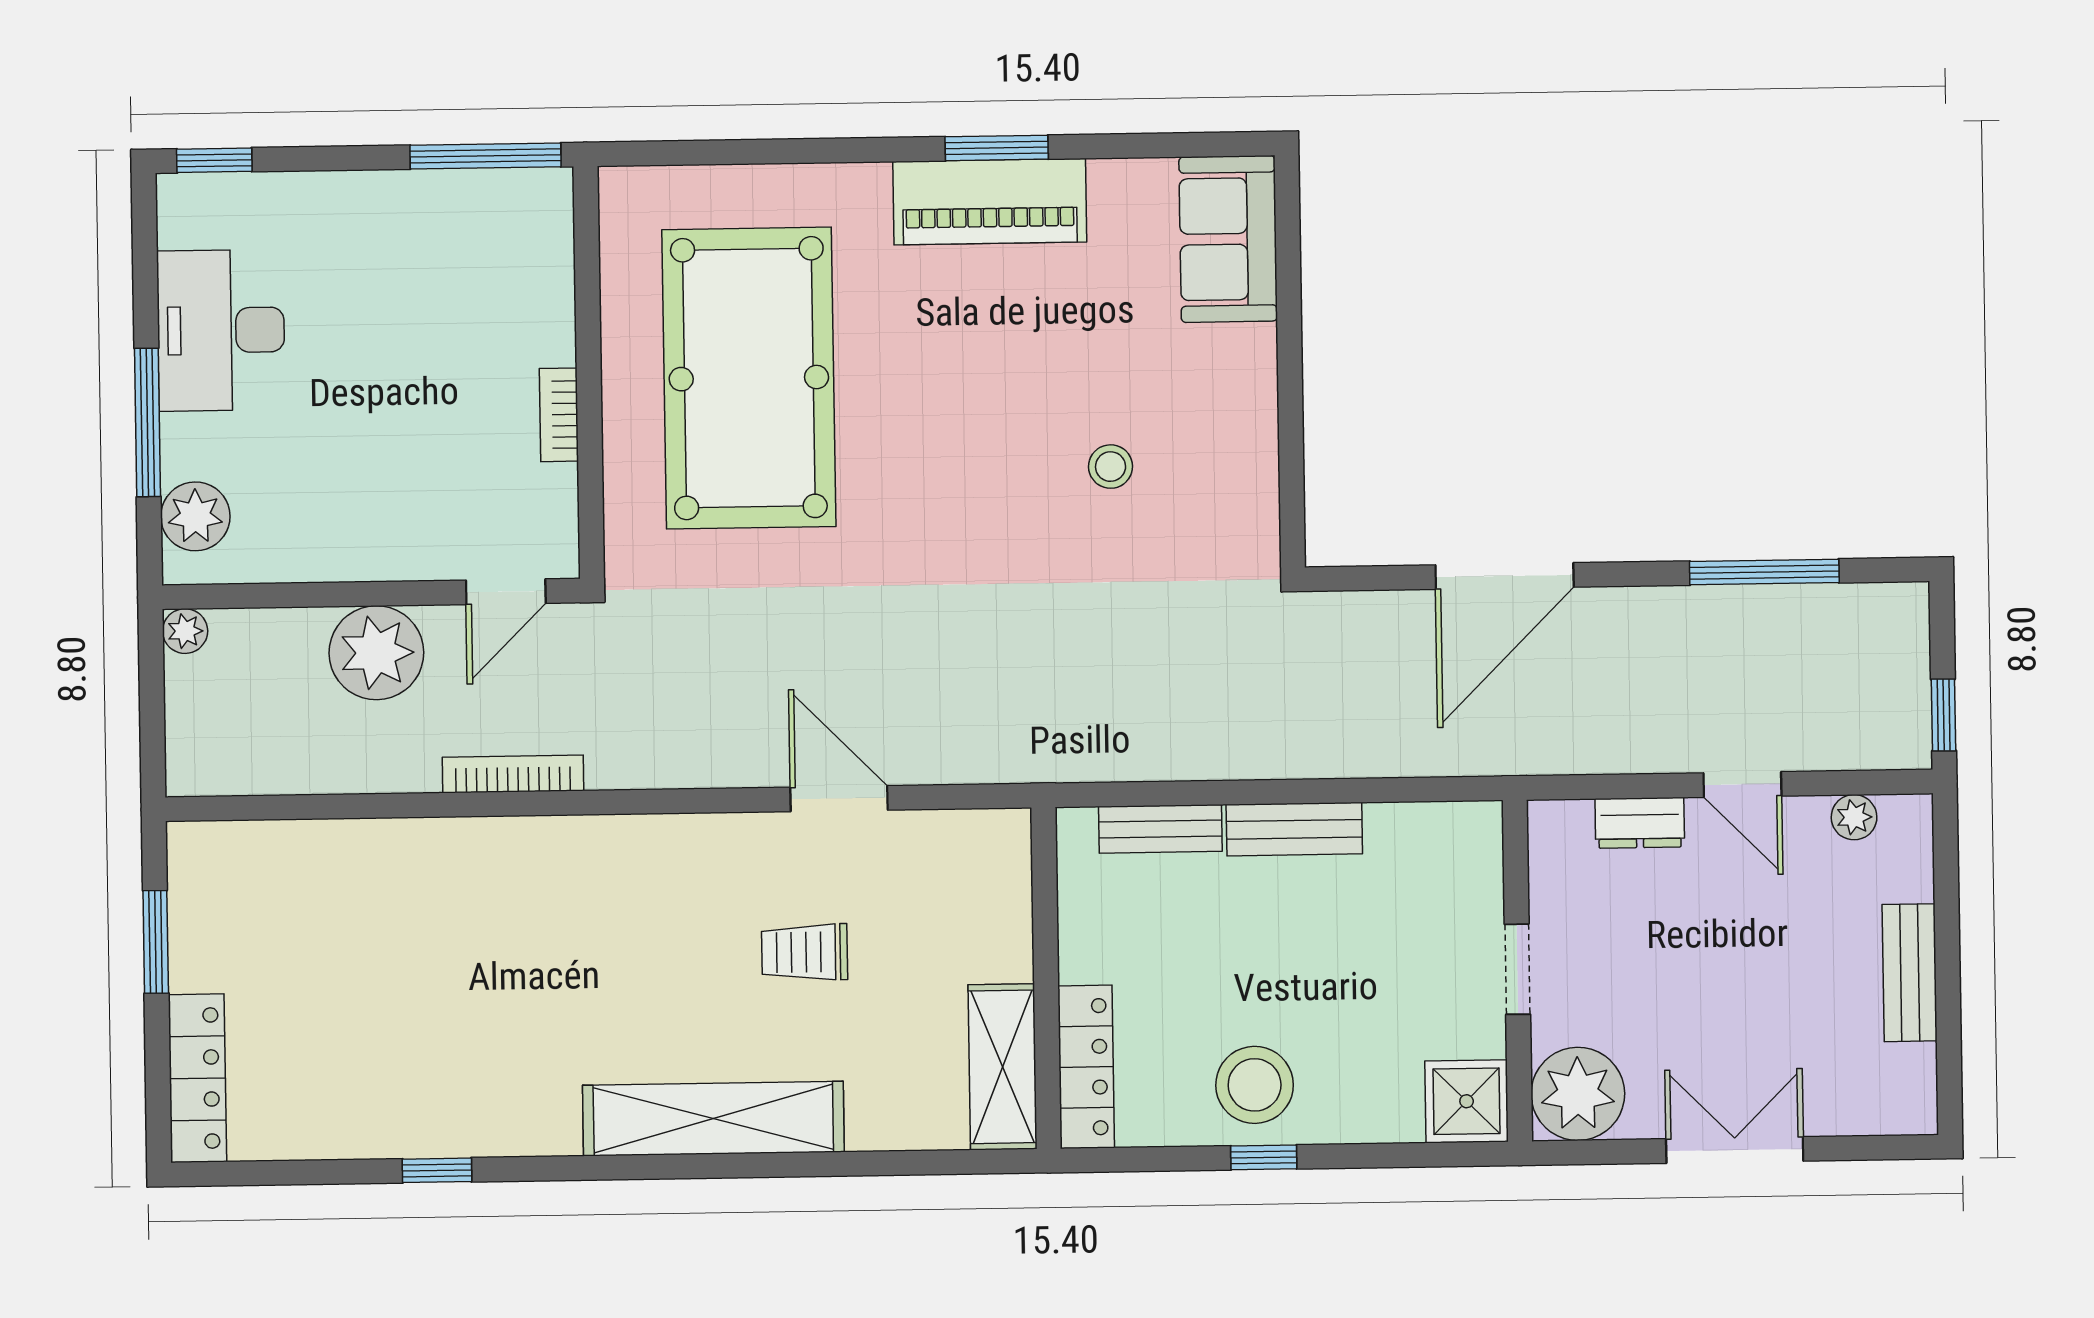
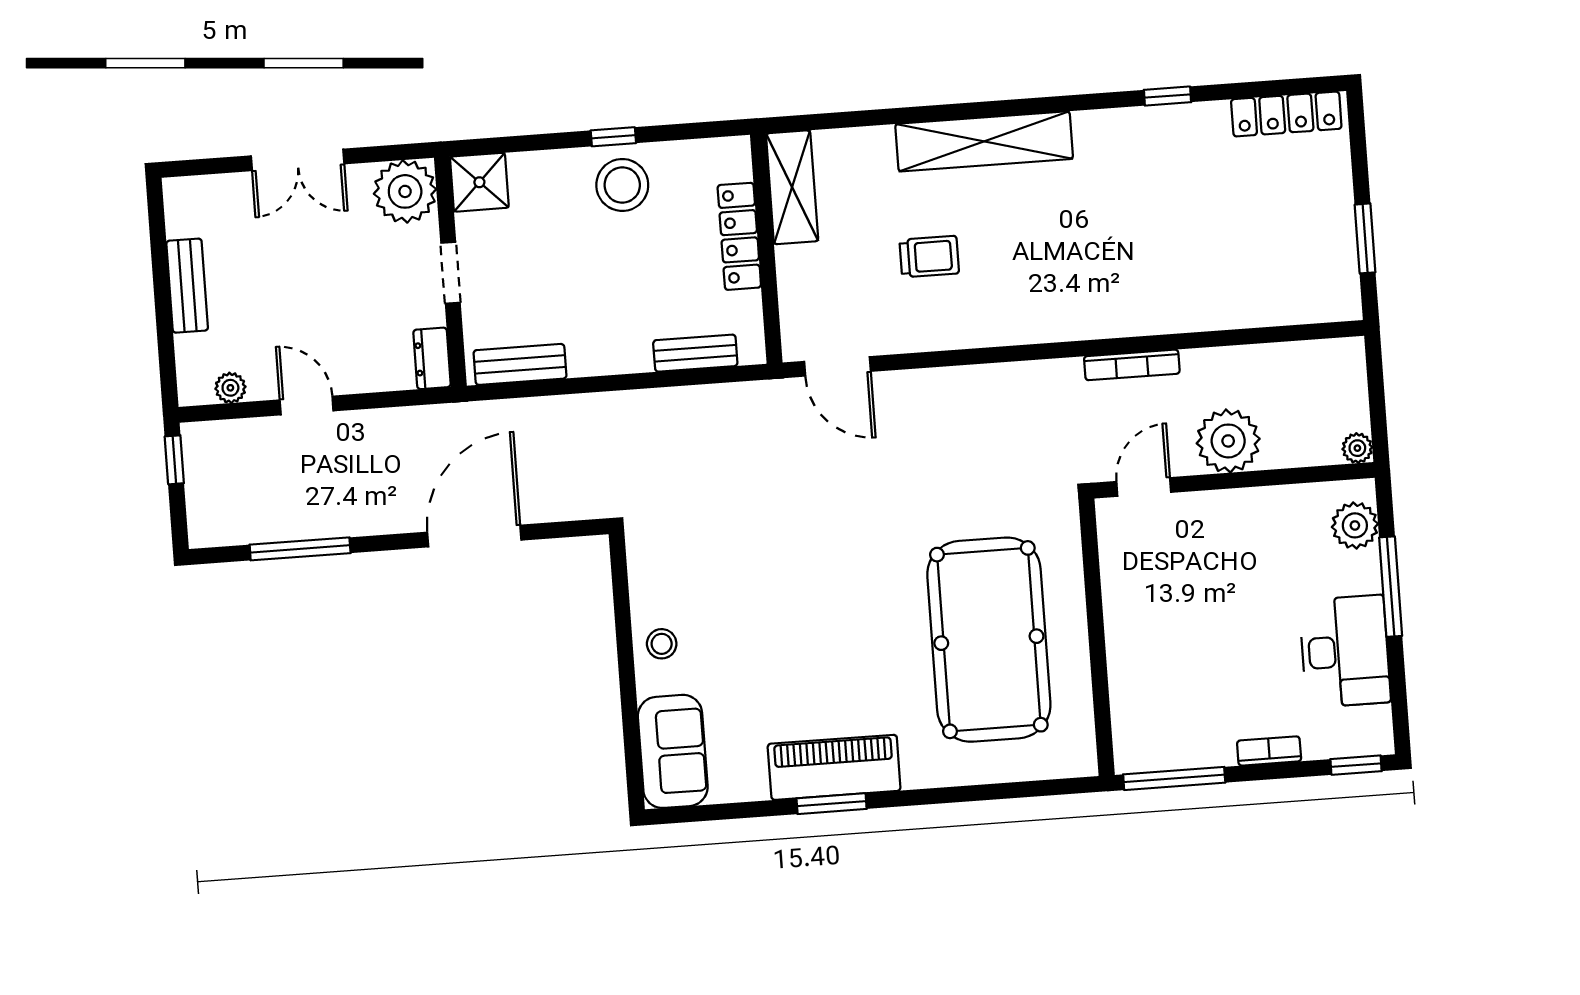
bookcase: (559, 415) -> (1269, 751), moved, turned -90
stool: (1111, 467) -> (662, 644), moved
door: (839, 799) -> (838, 366), moved
dresser: (1640, 823) -> (432, 358), moved, turned -90
bench: (1294, 829) -> (520, 364), moved
locker: (1086, 1067) -> (739, 236), moved
locker: (197, 1078) -> (1286, 114), moved, turned -90

